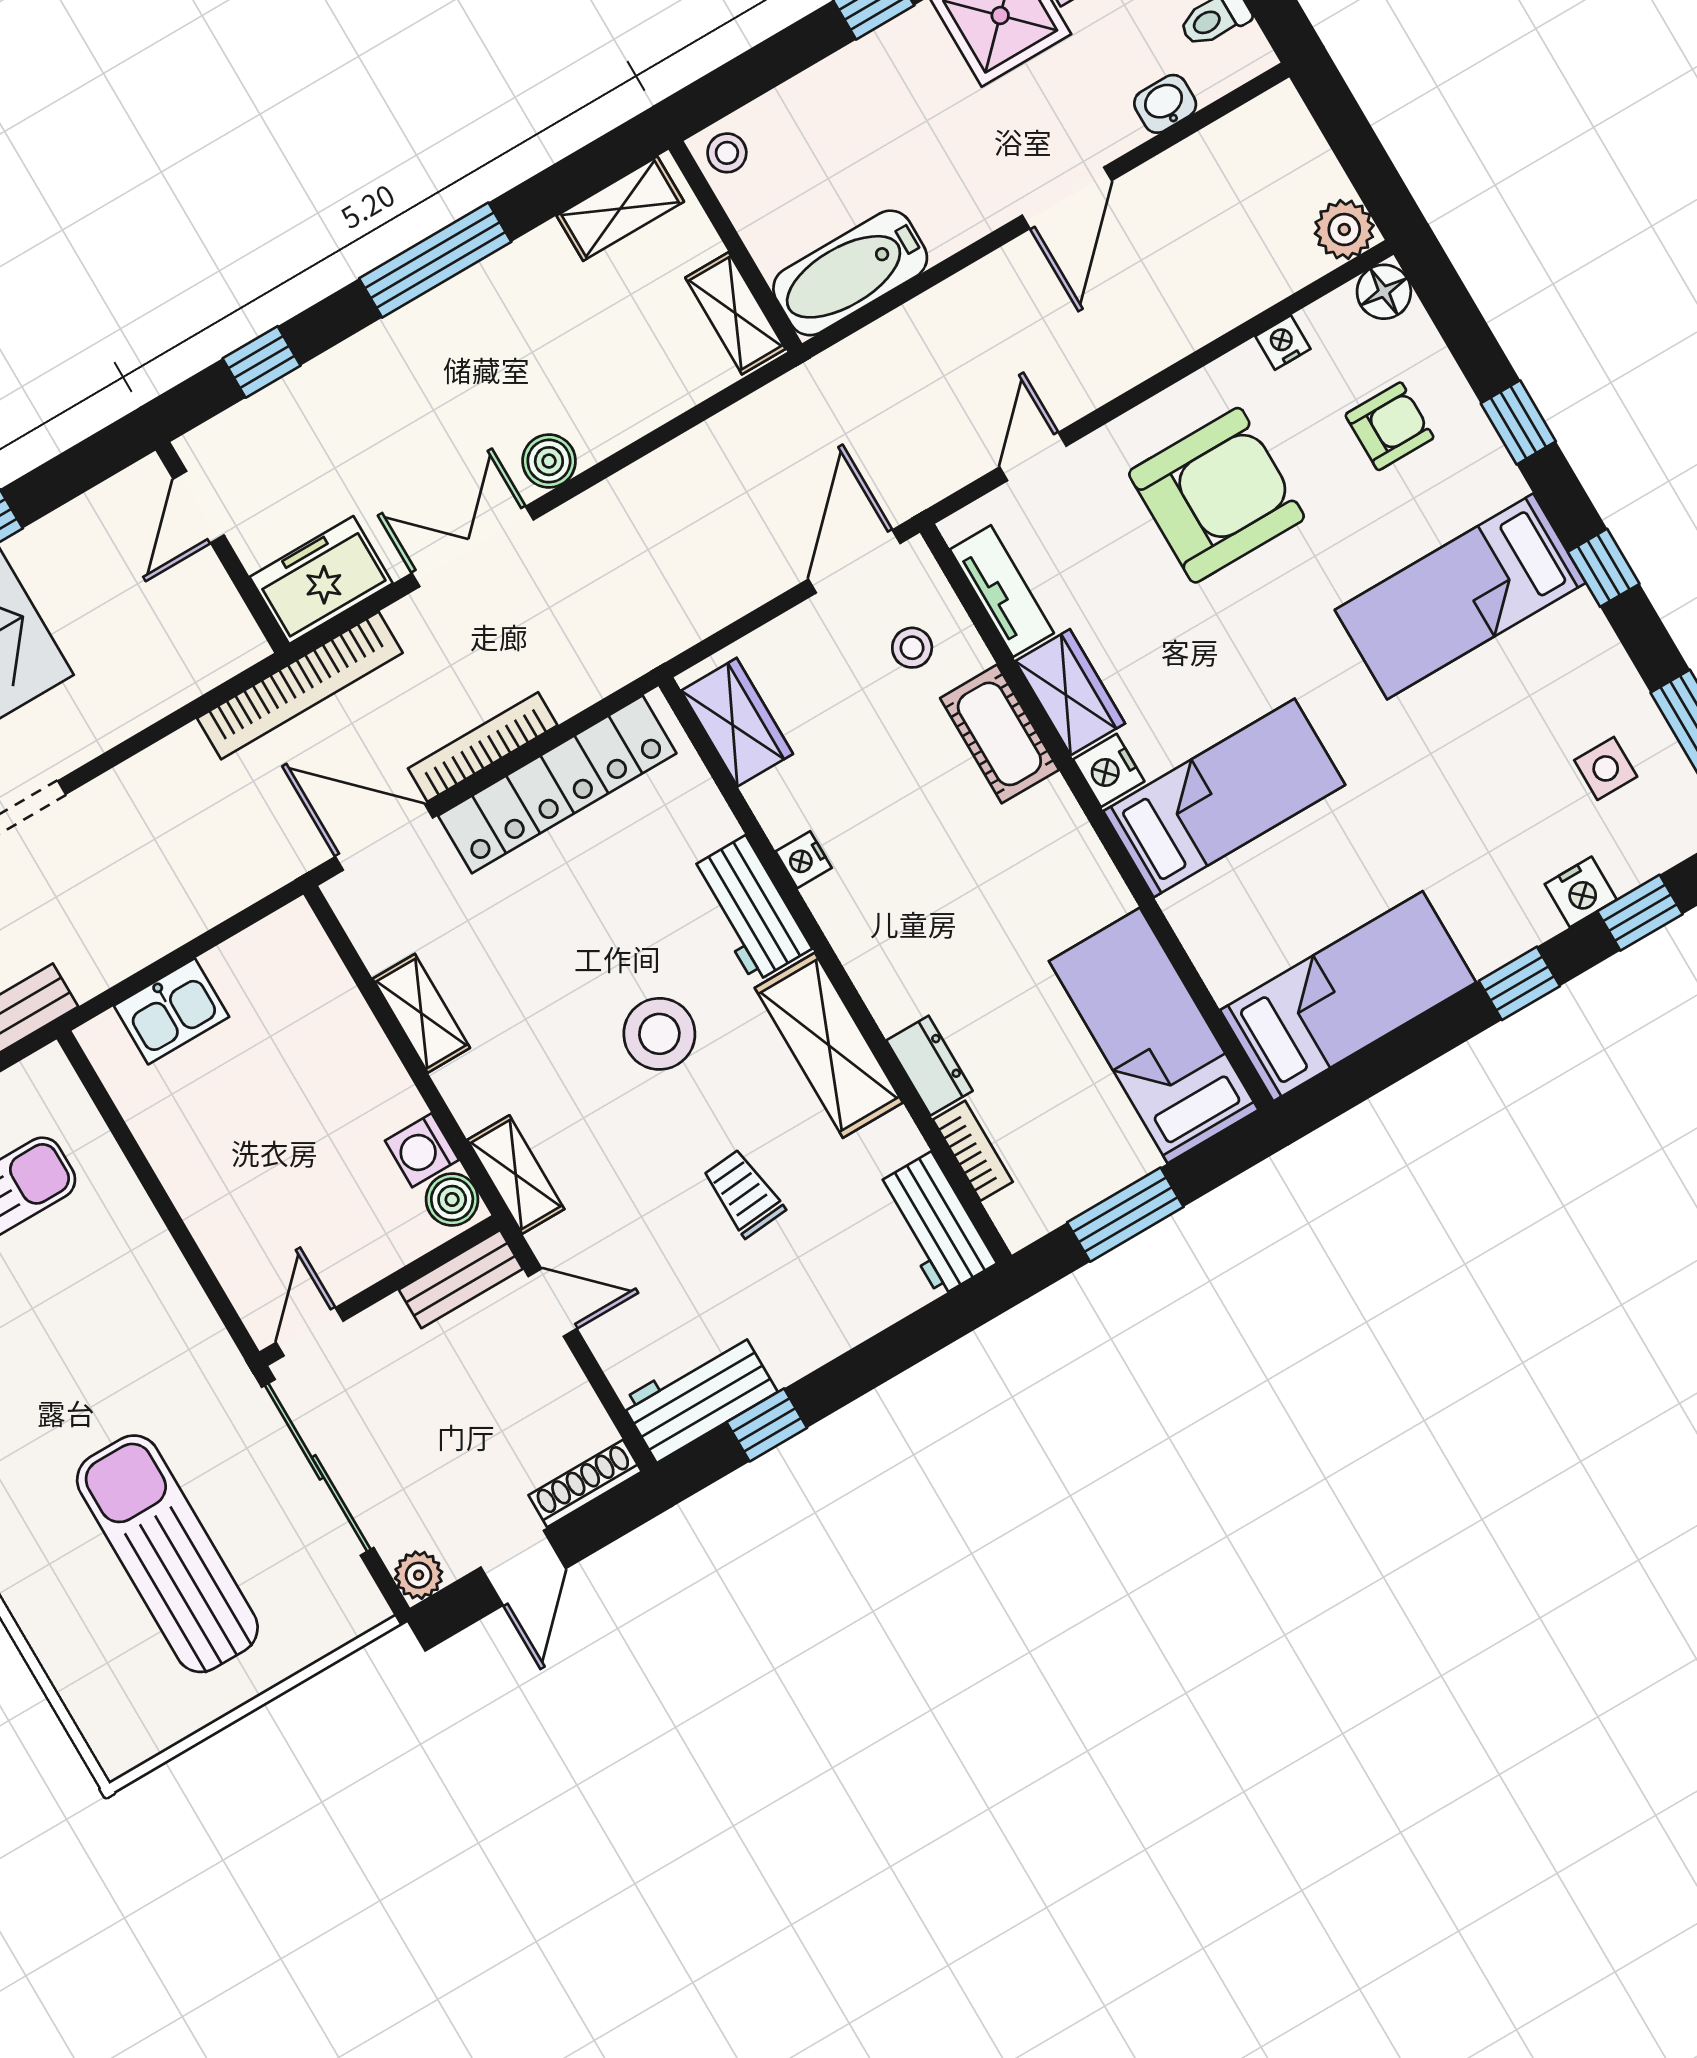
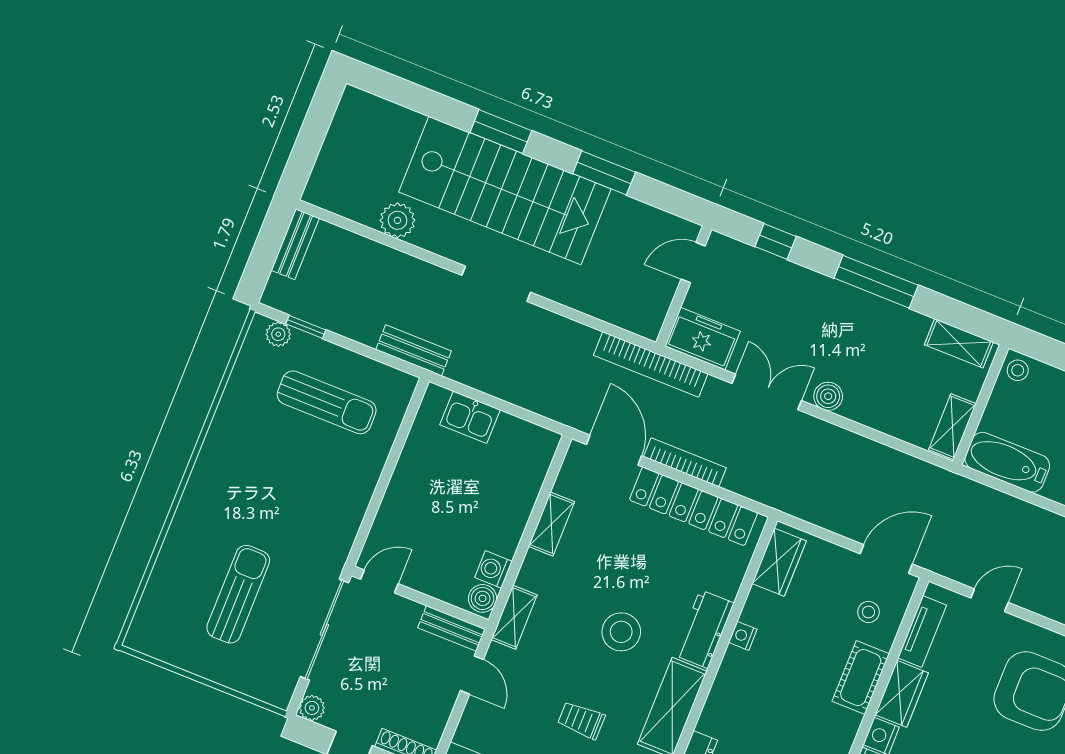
trolley: (744, 1193) -> (581, 720), turned -85
sun lounger: (167, 1554) -> (238, 594), width x0.73, depth x0.75

